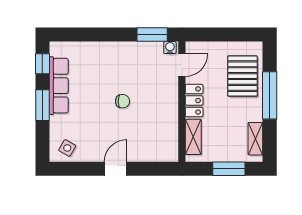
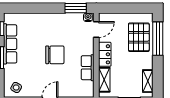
window: (270, 95) -> (158, 39), moved
chair: (122, 101) -> (55, 55), width x1.87, depth x1.87
row of seats: (169, 120) -> (88, 68), added

